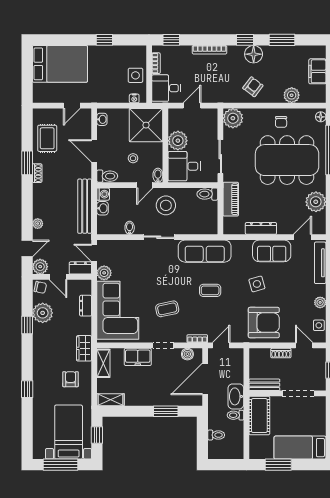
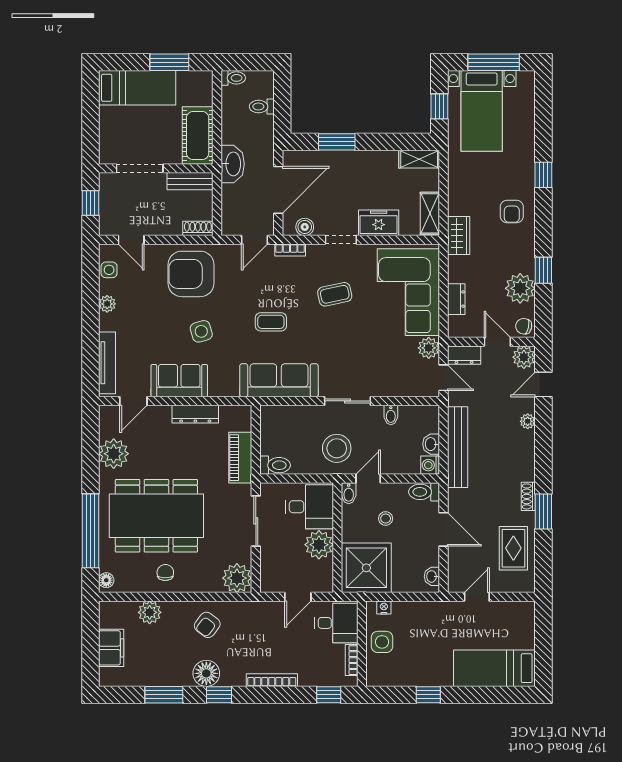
bed: (60, 64) -> (494, 668), width x0.67
shoe rack: (281, 353) -> (198, 228), moved
armchair: (71, 379) -> (512, 211), moved
toilet: (235, 415) -> (233, 78), moved

